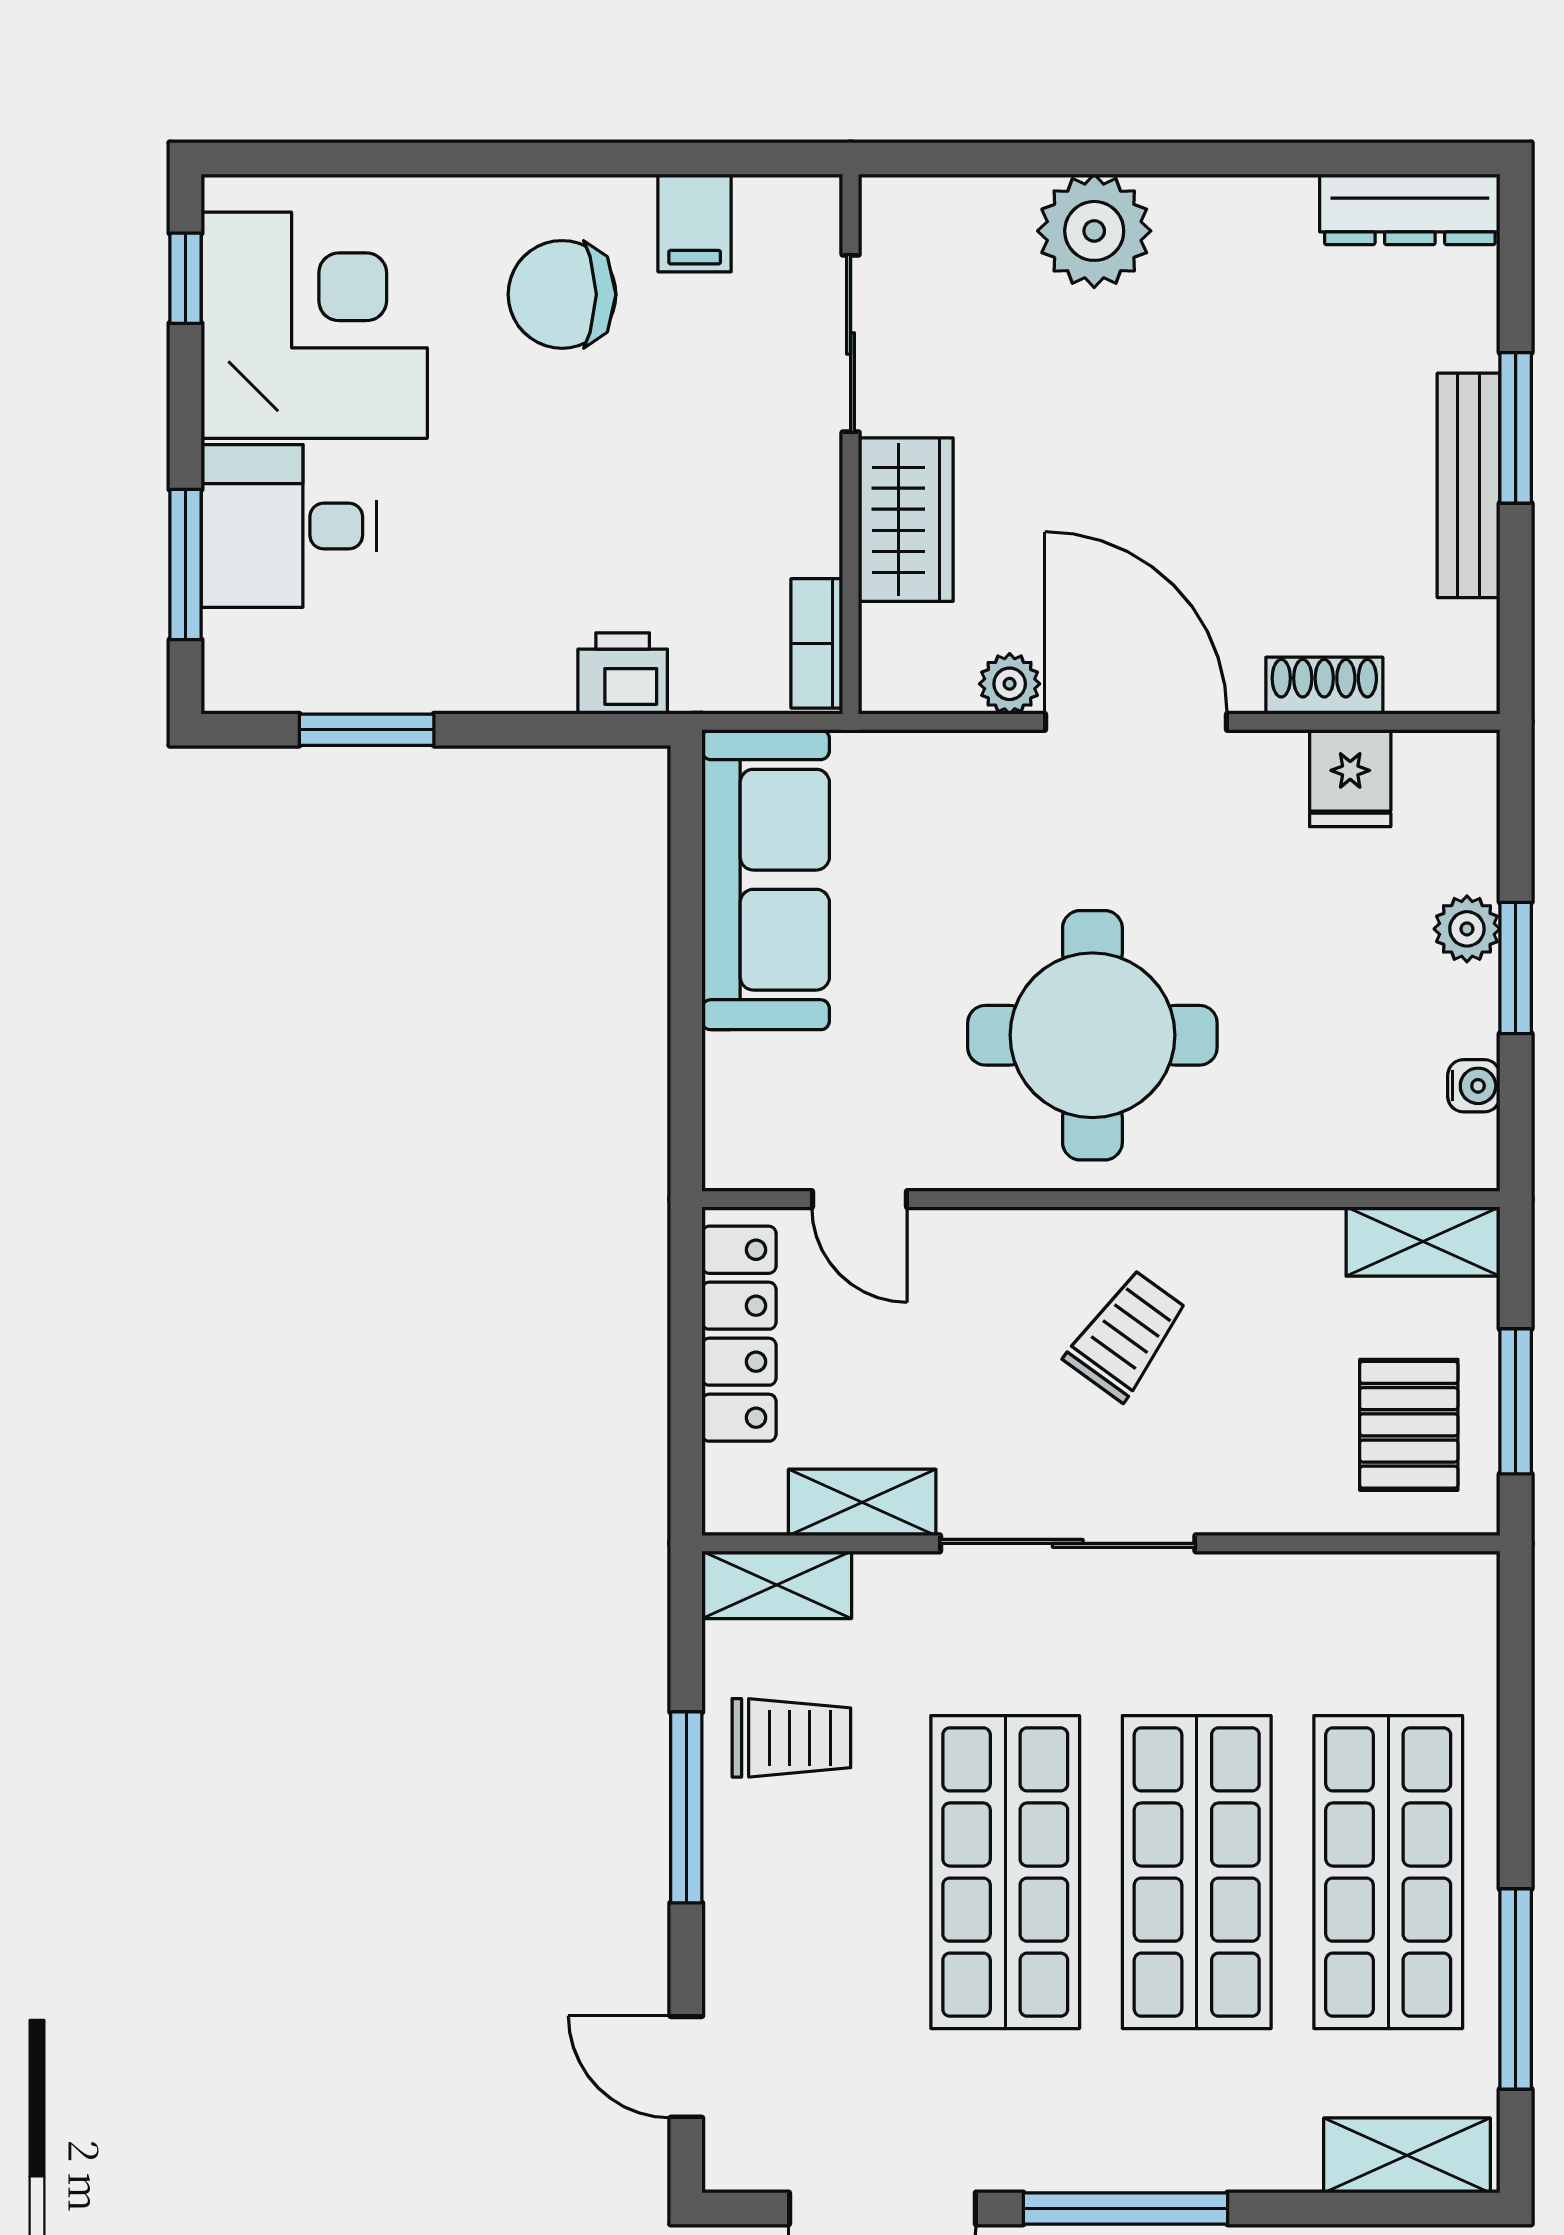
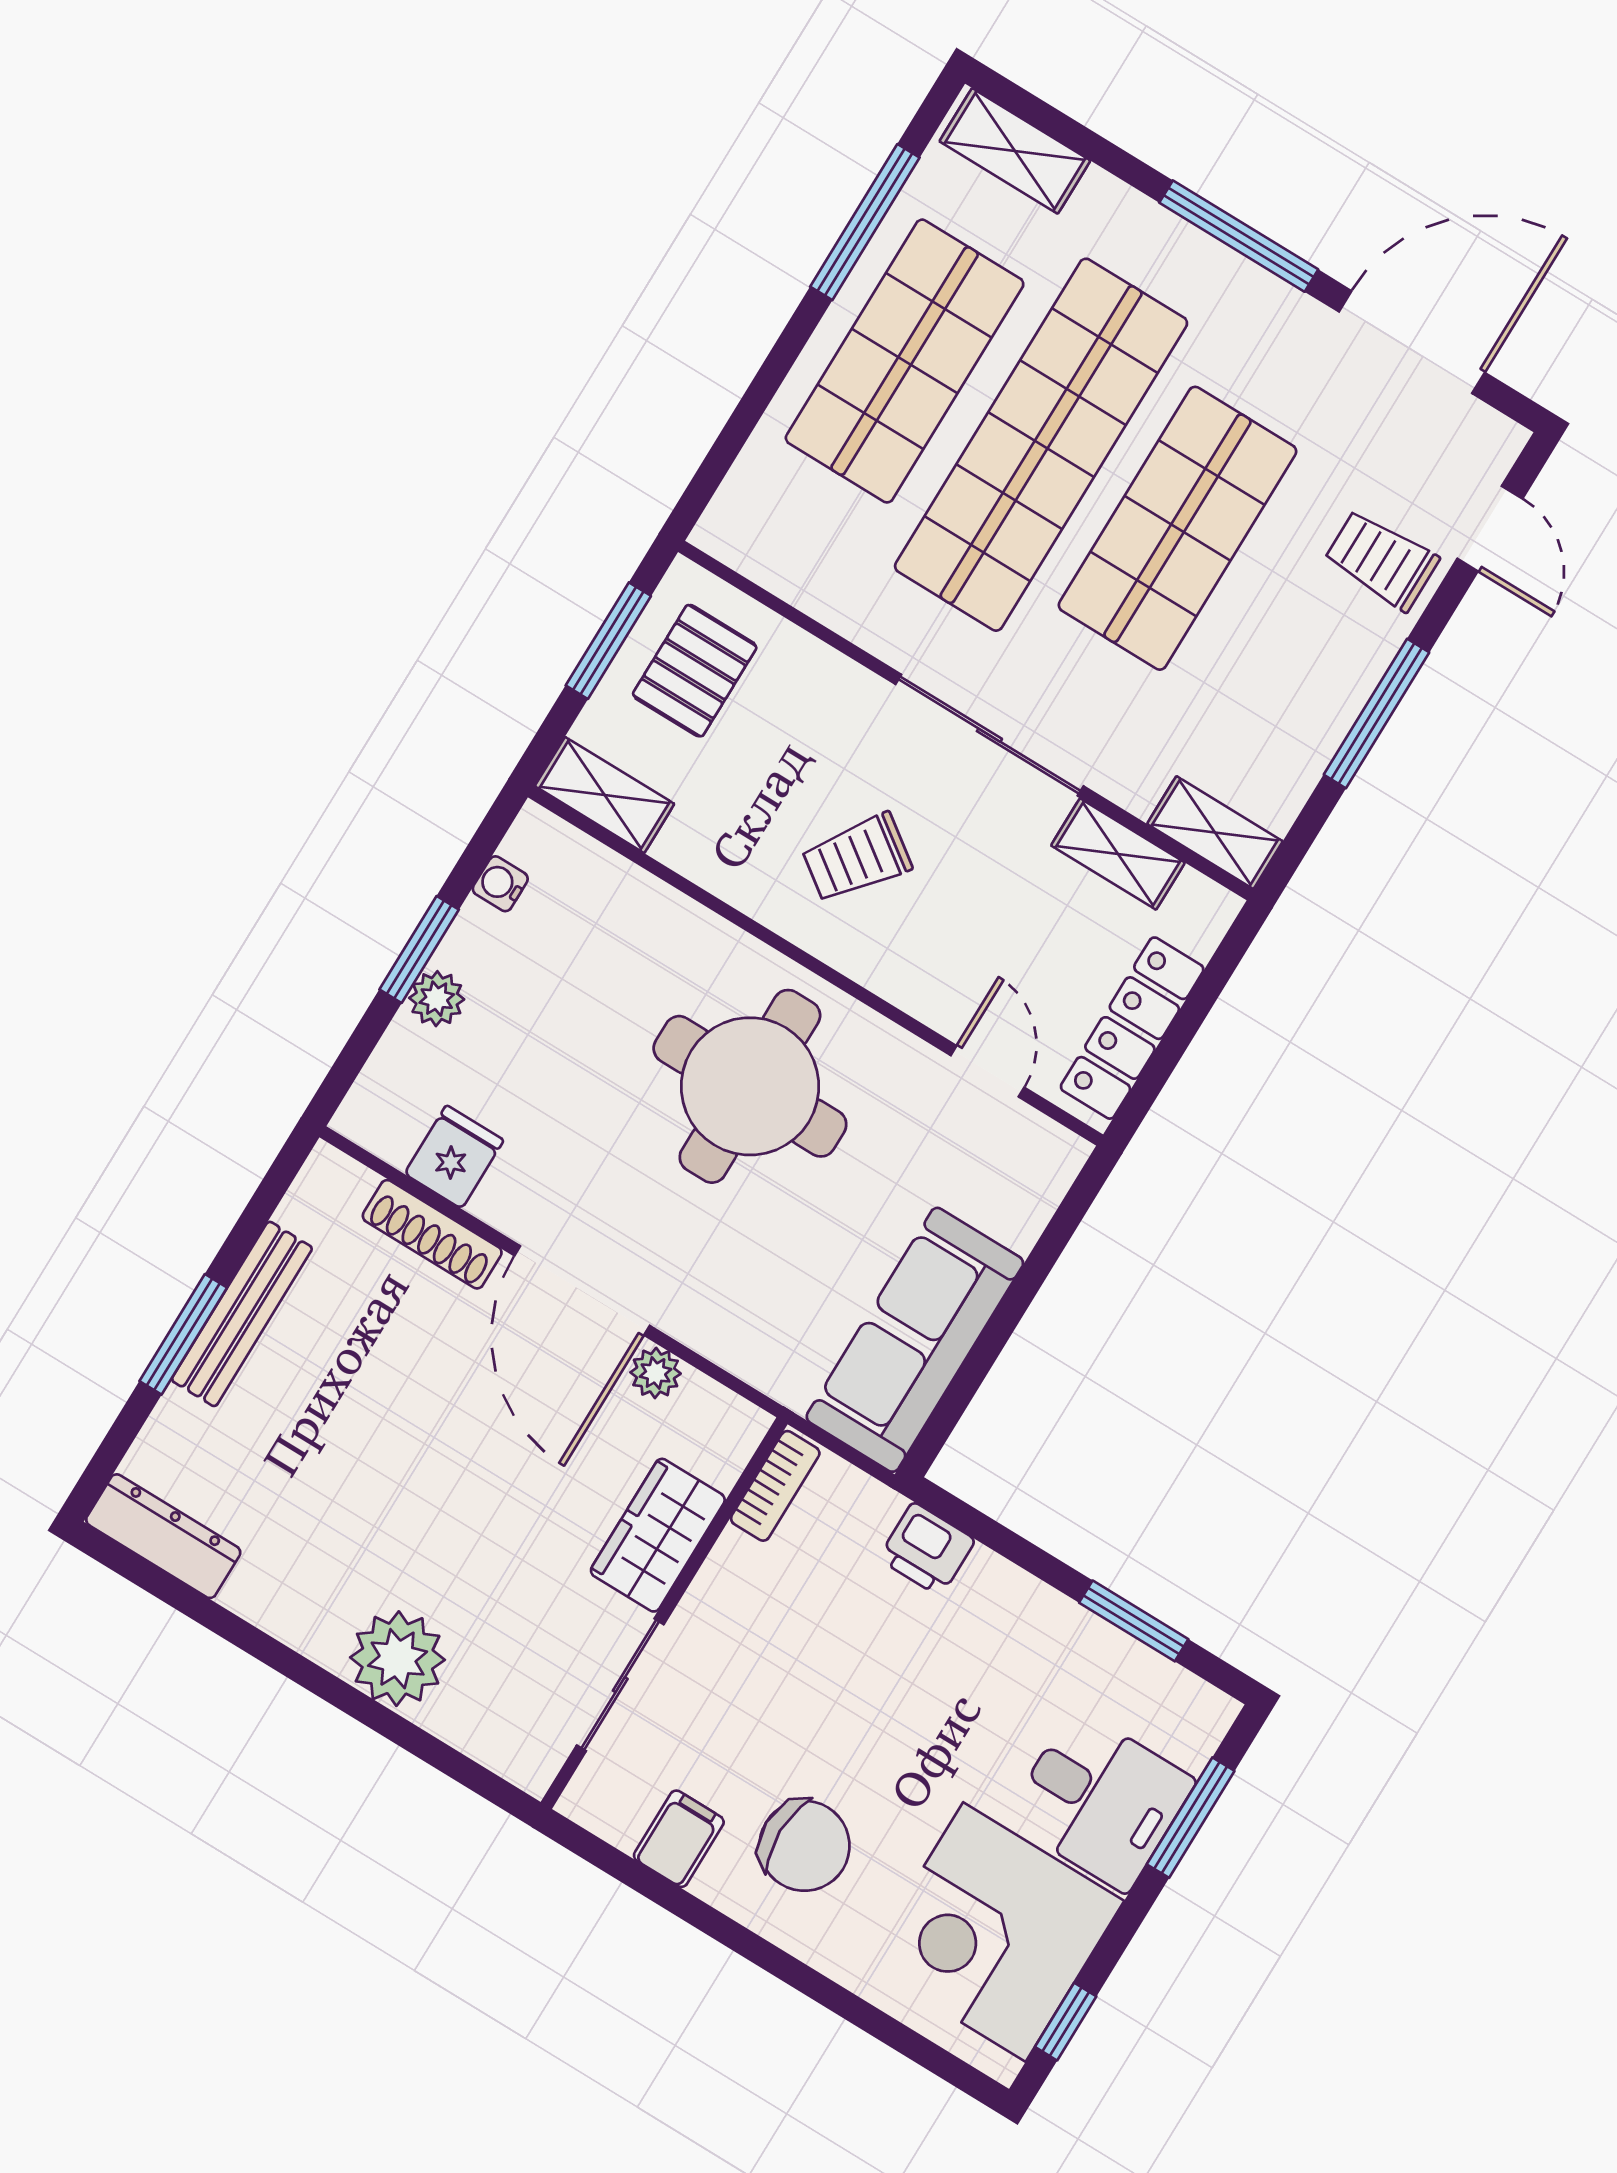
shoe rack: (1324, 686) -> (432, 1234), width x1.43
trolley: (791, 1738) -> (1382, 560), moved
shop shelf: (1197, 1872) -> (1041, 445), width x1.40

